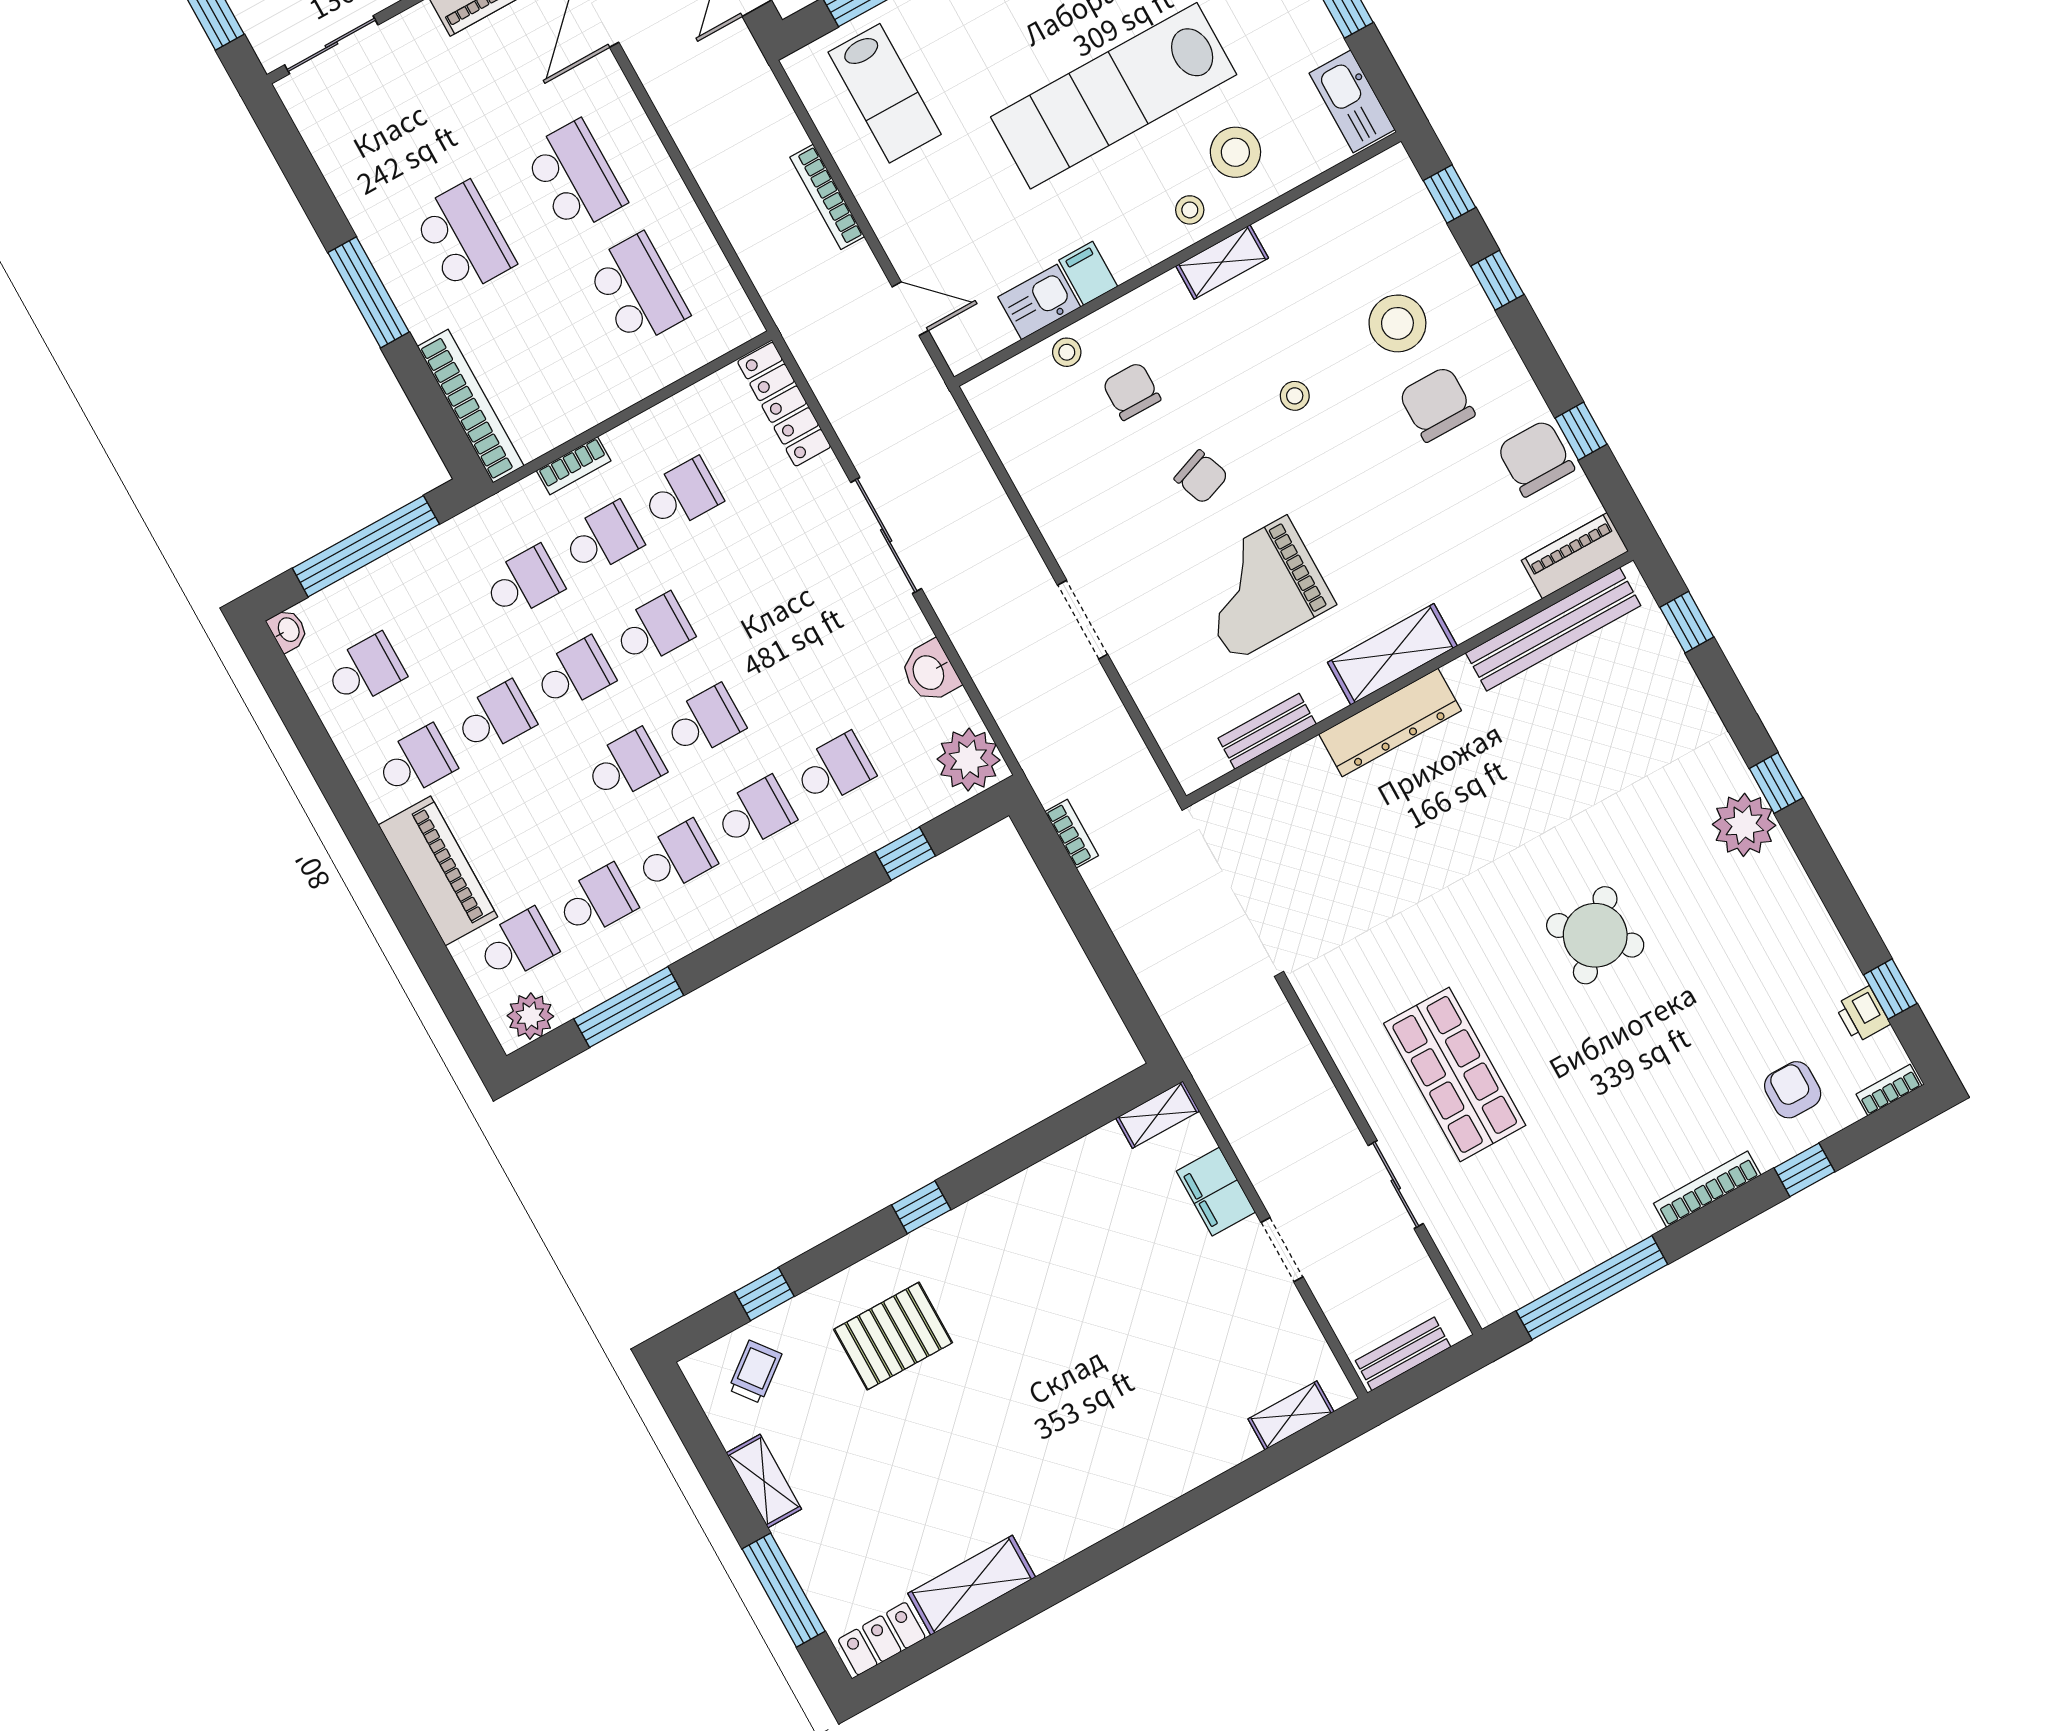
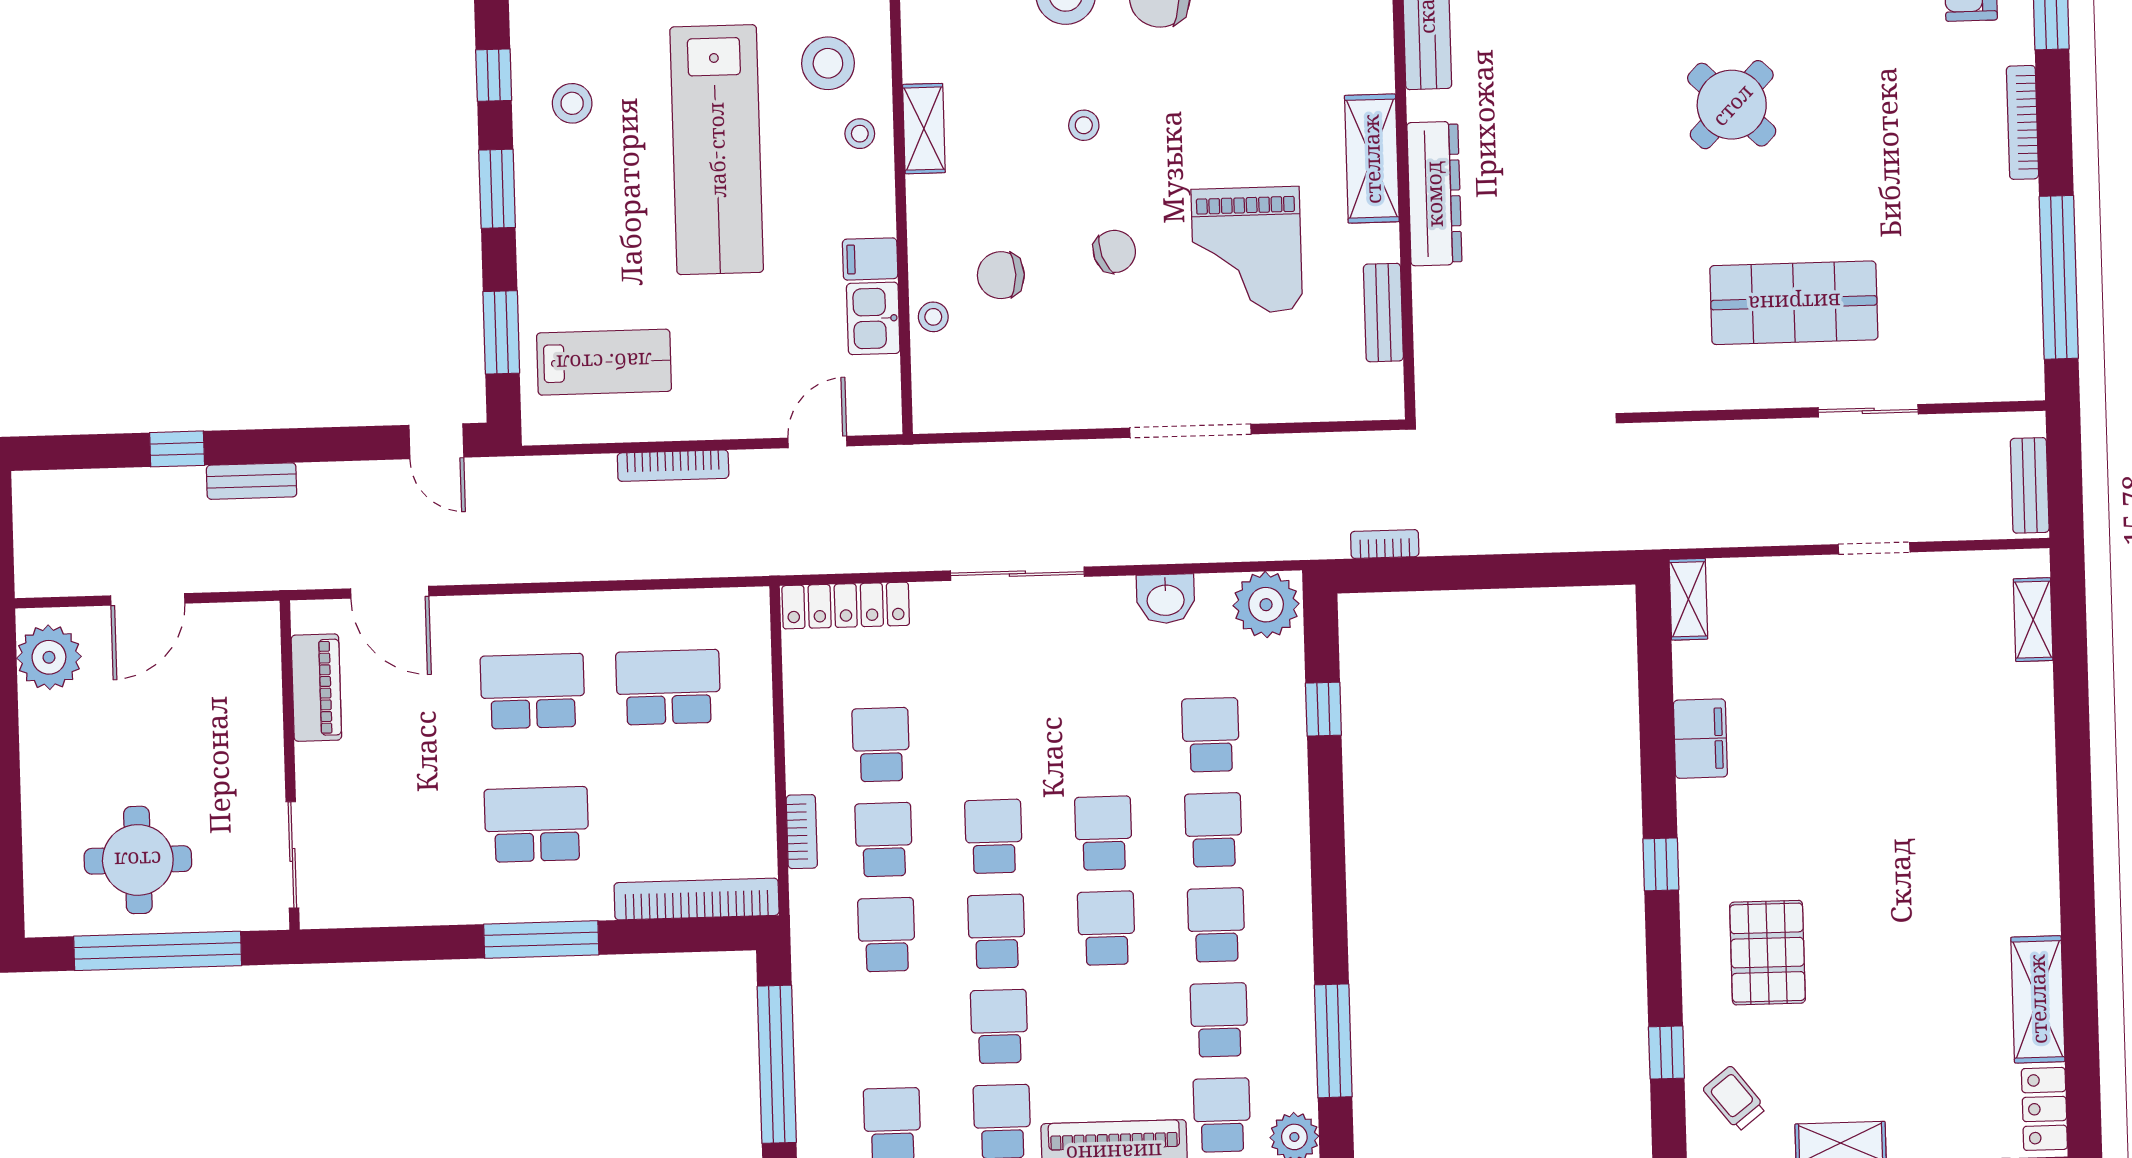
doorway: (1083, 620) -> (1190, 431), width x1.36
filing cabinet: (1216, 1192) -> (1700, 739), moved, turned -90

